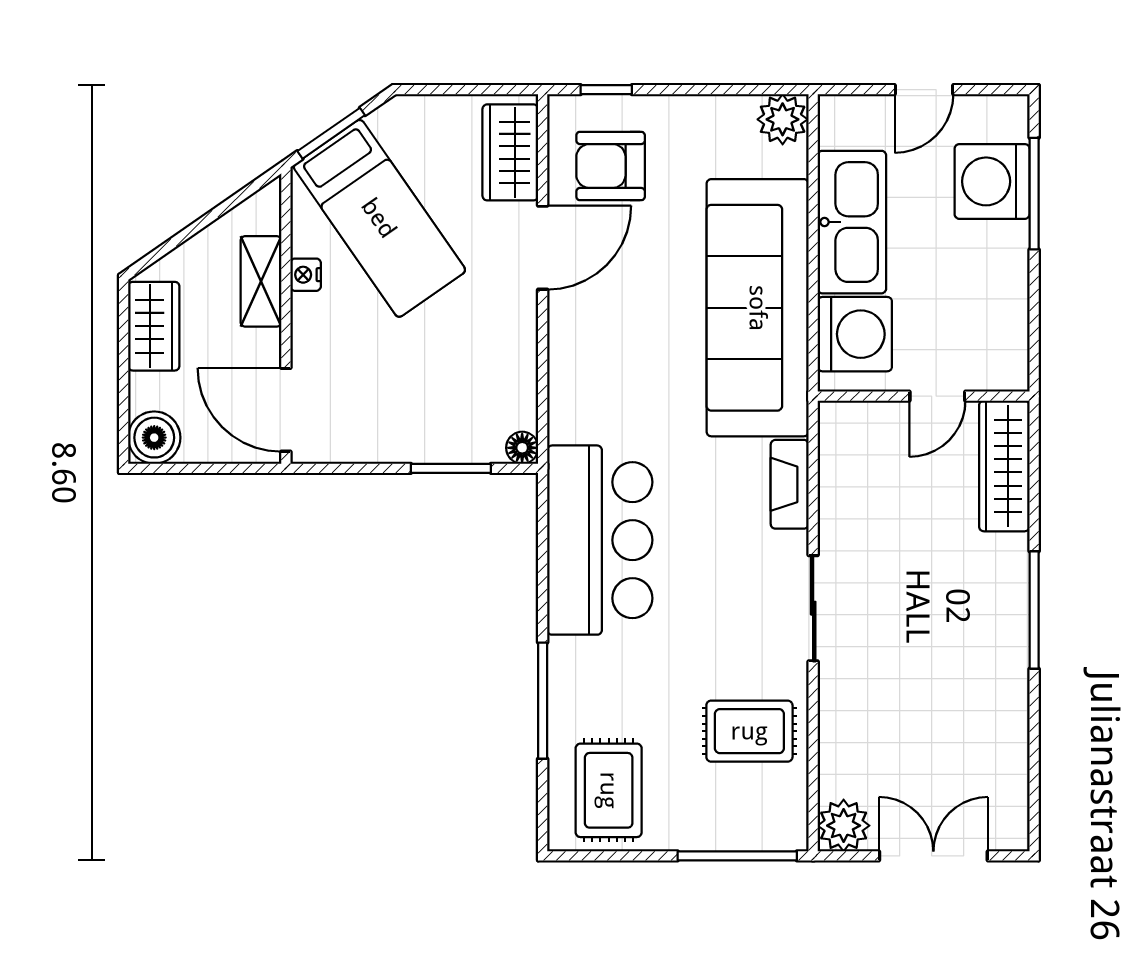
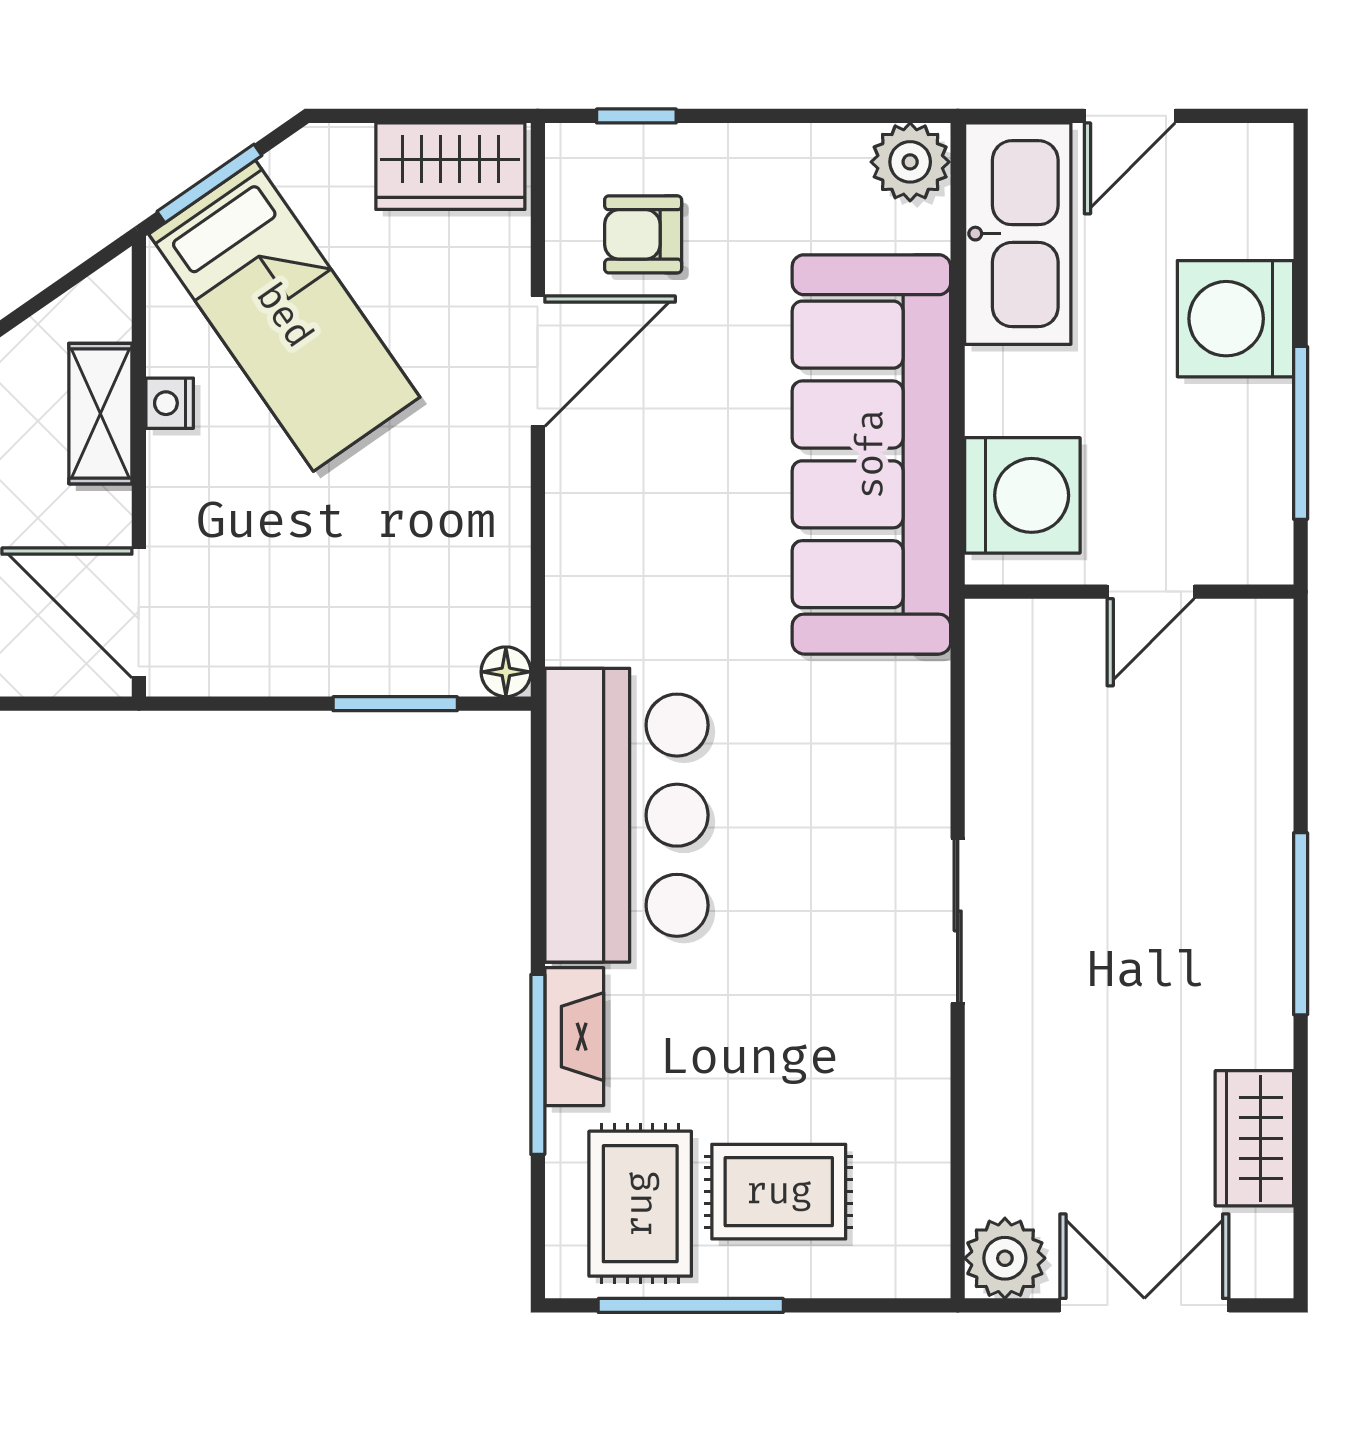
wardrobe: (510, 152) -> (450, 166), moved, turned -90
armchair: (611, 166) -> (643, 234), width x0.72, depth x0.72
washing machine: (992, 181) -> (1235, 319), moved
window: (1034, 194) -> (1301, 433), moved
kitchen sink: (852, 222) -> (1018, 234), moved
wardrobe: (1004, 466) -> (1254, 1138), moved, width x0.67
fireplace: (790, 484) -> (574, 1037), moved, turned 180
rug: (749, 731) -> (779, 1192), moved
window: (737, 856) -> (691, 1305), moved

